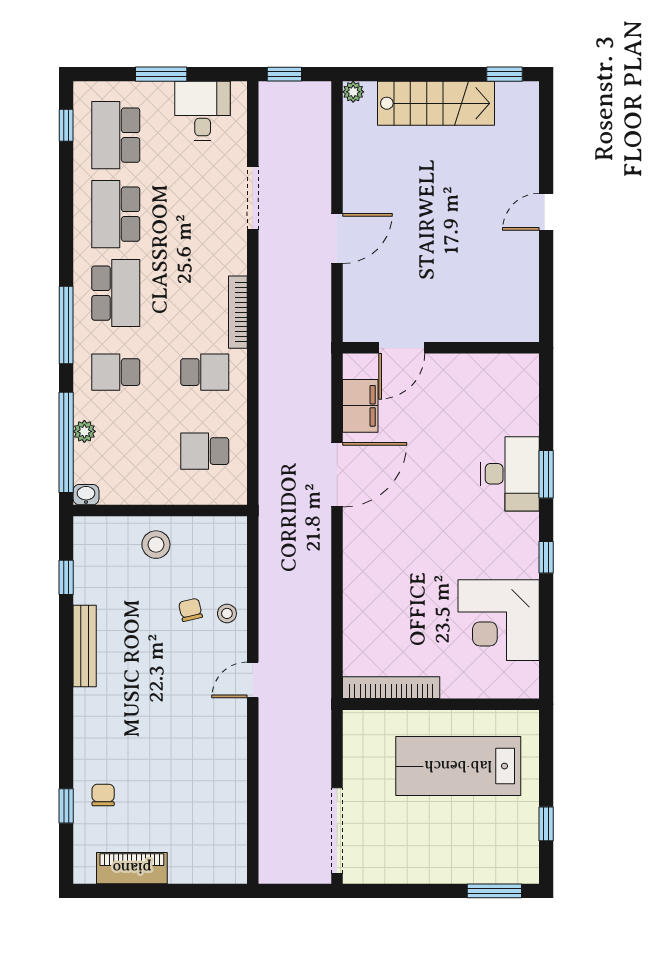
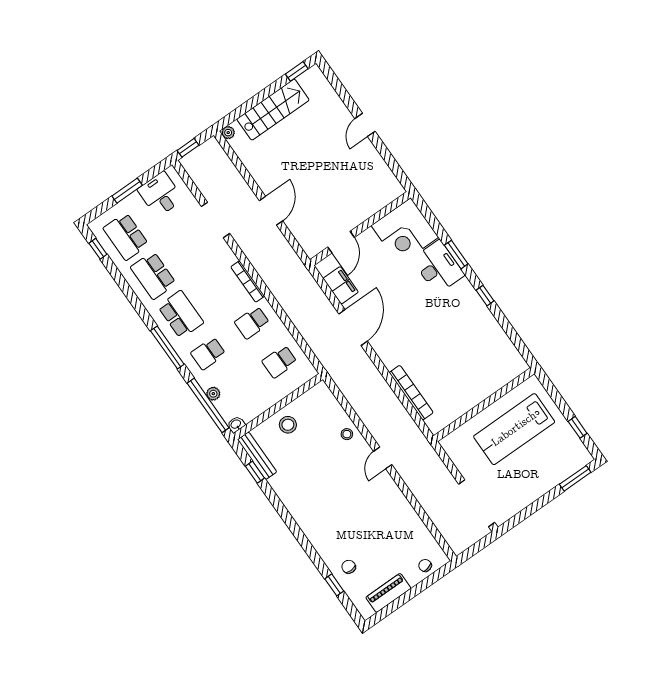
school desk: (205, 372) -> (252, 323), turned 180
chair: (190, 610) -> (425, 565), moved
corner desk: (499, 620) -> (405, 231), moved
bench: (85, 646) -> (257, 456), moved
bookcase: (391, 688) -> (411, 393), moved, turned 90

